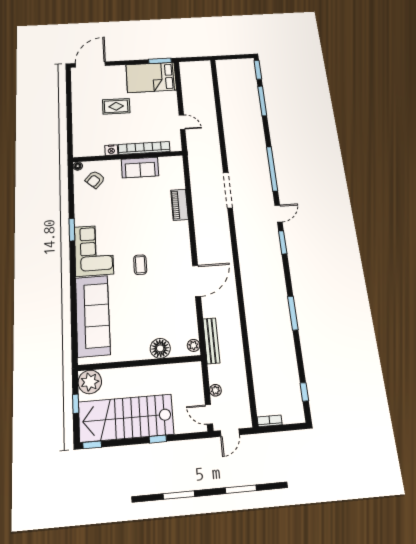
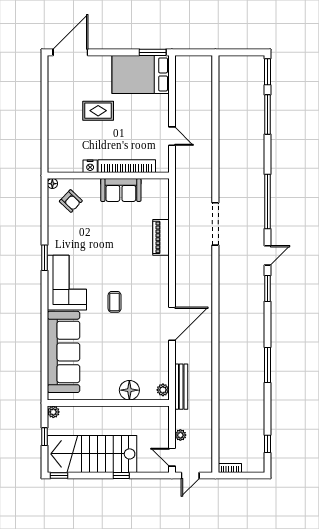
armchair: (95, 179) -> (71, 201), turned -88
plant: (90, 382) -> (53, 412), width x0.53, depth x0.53

